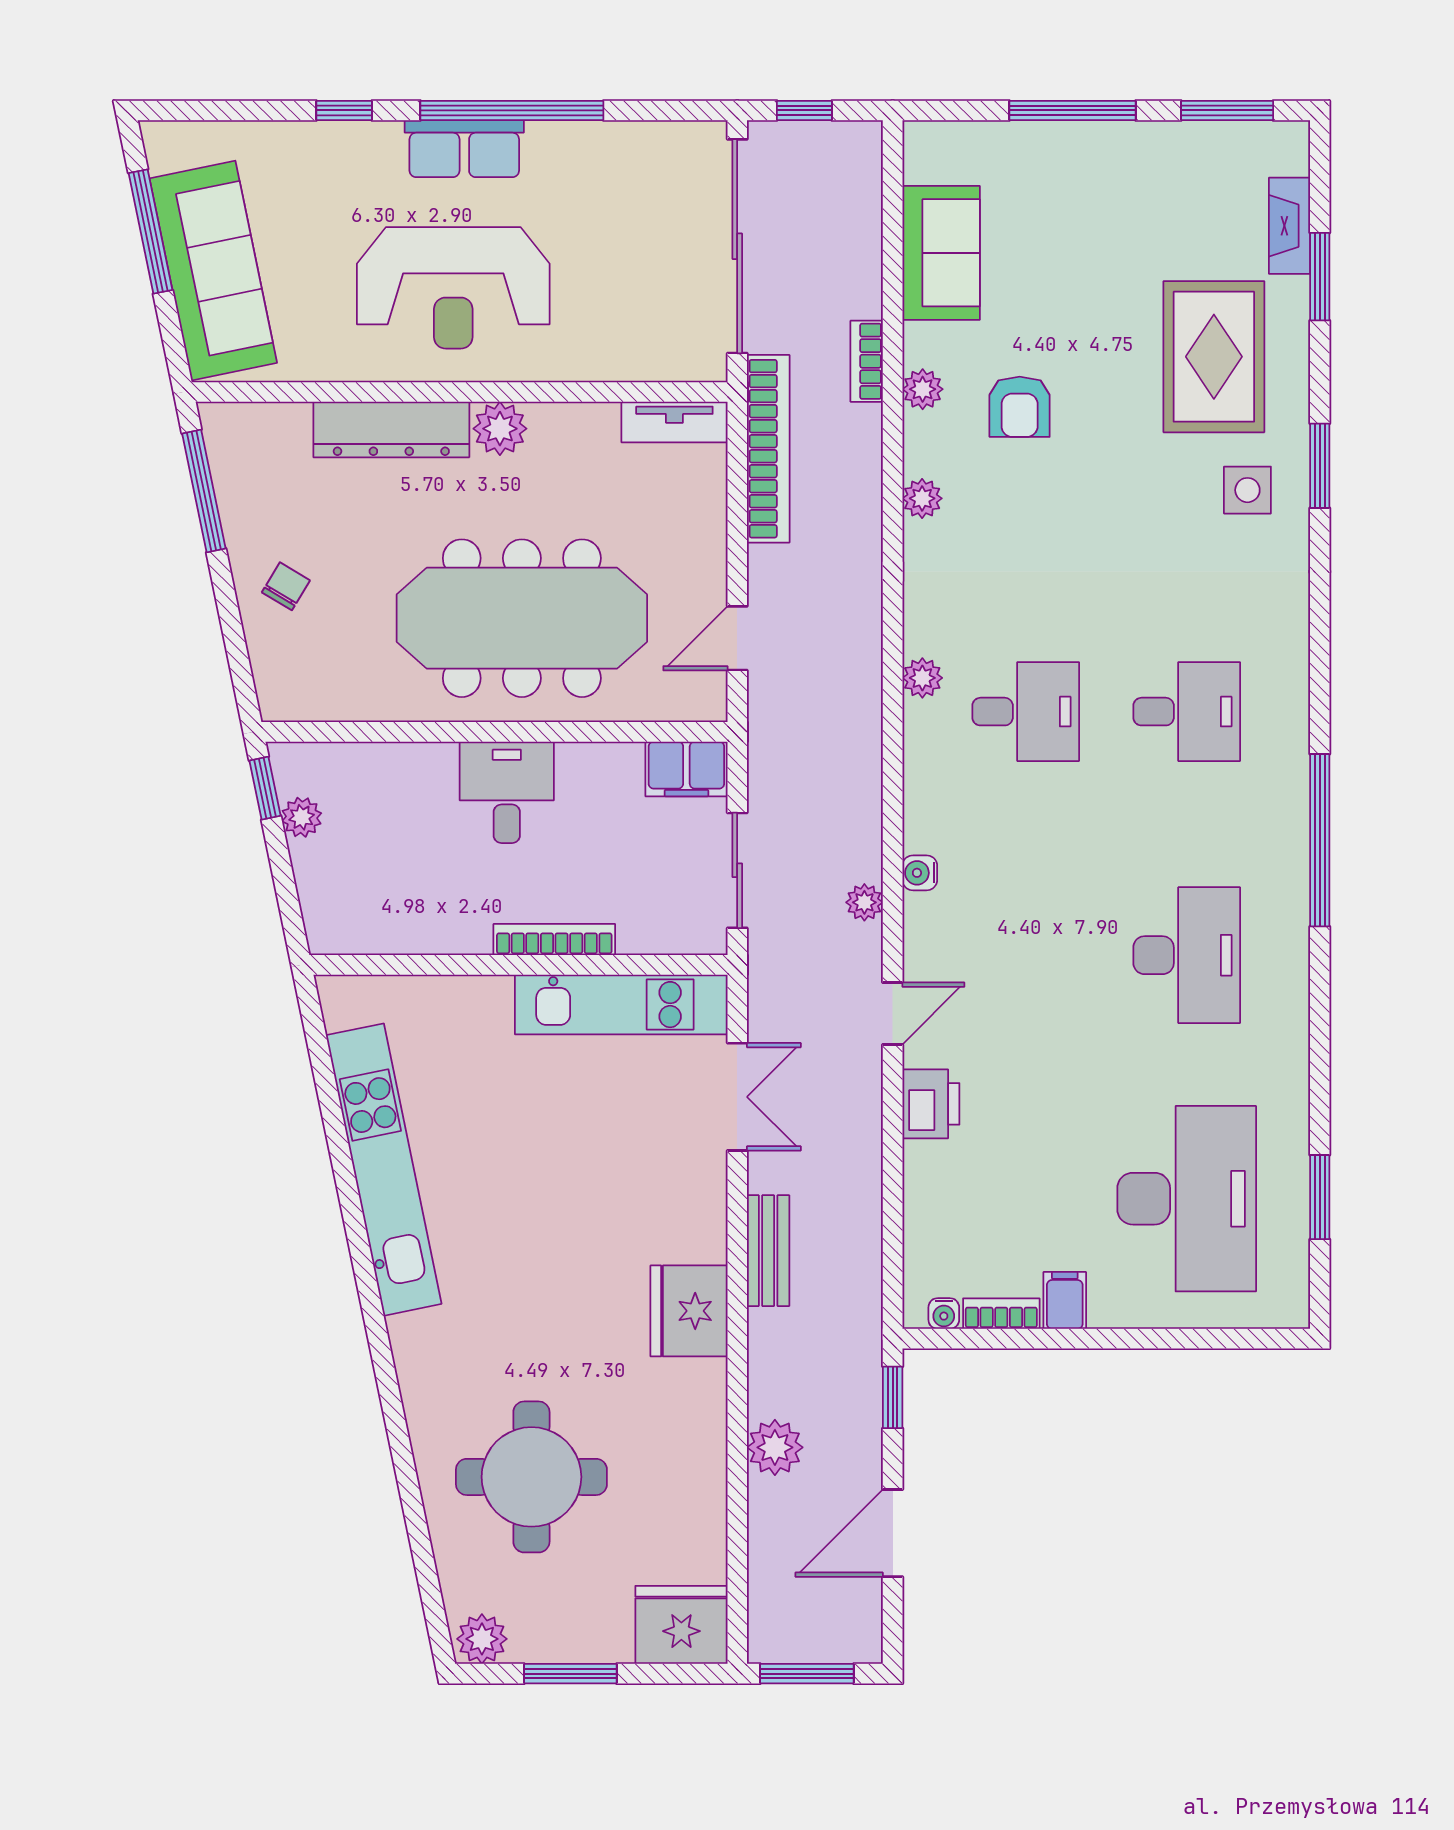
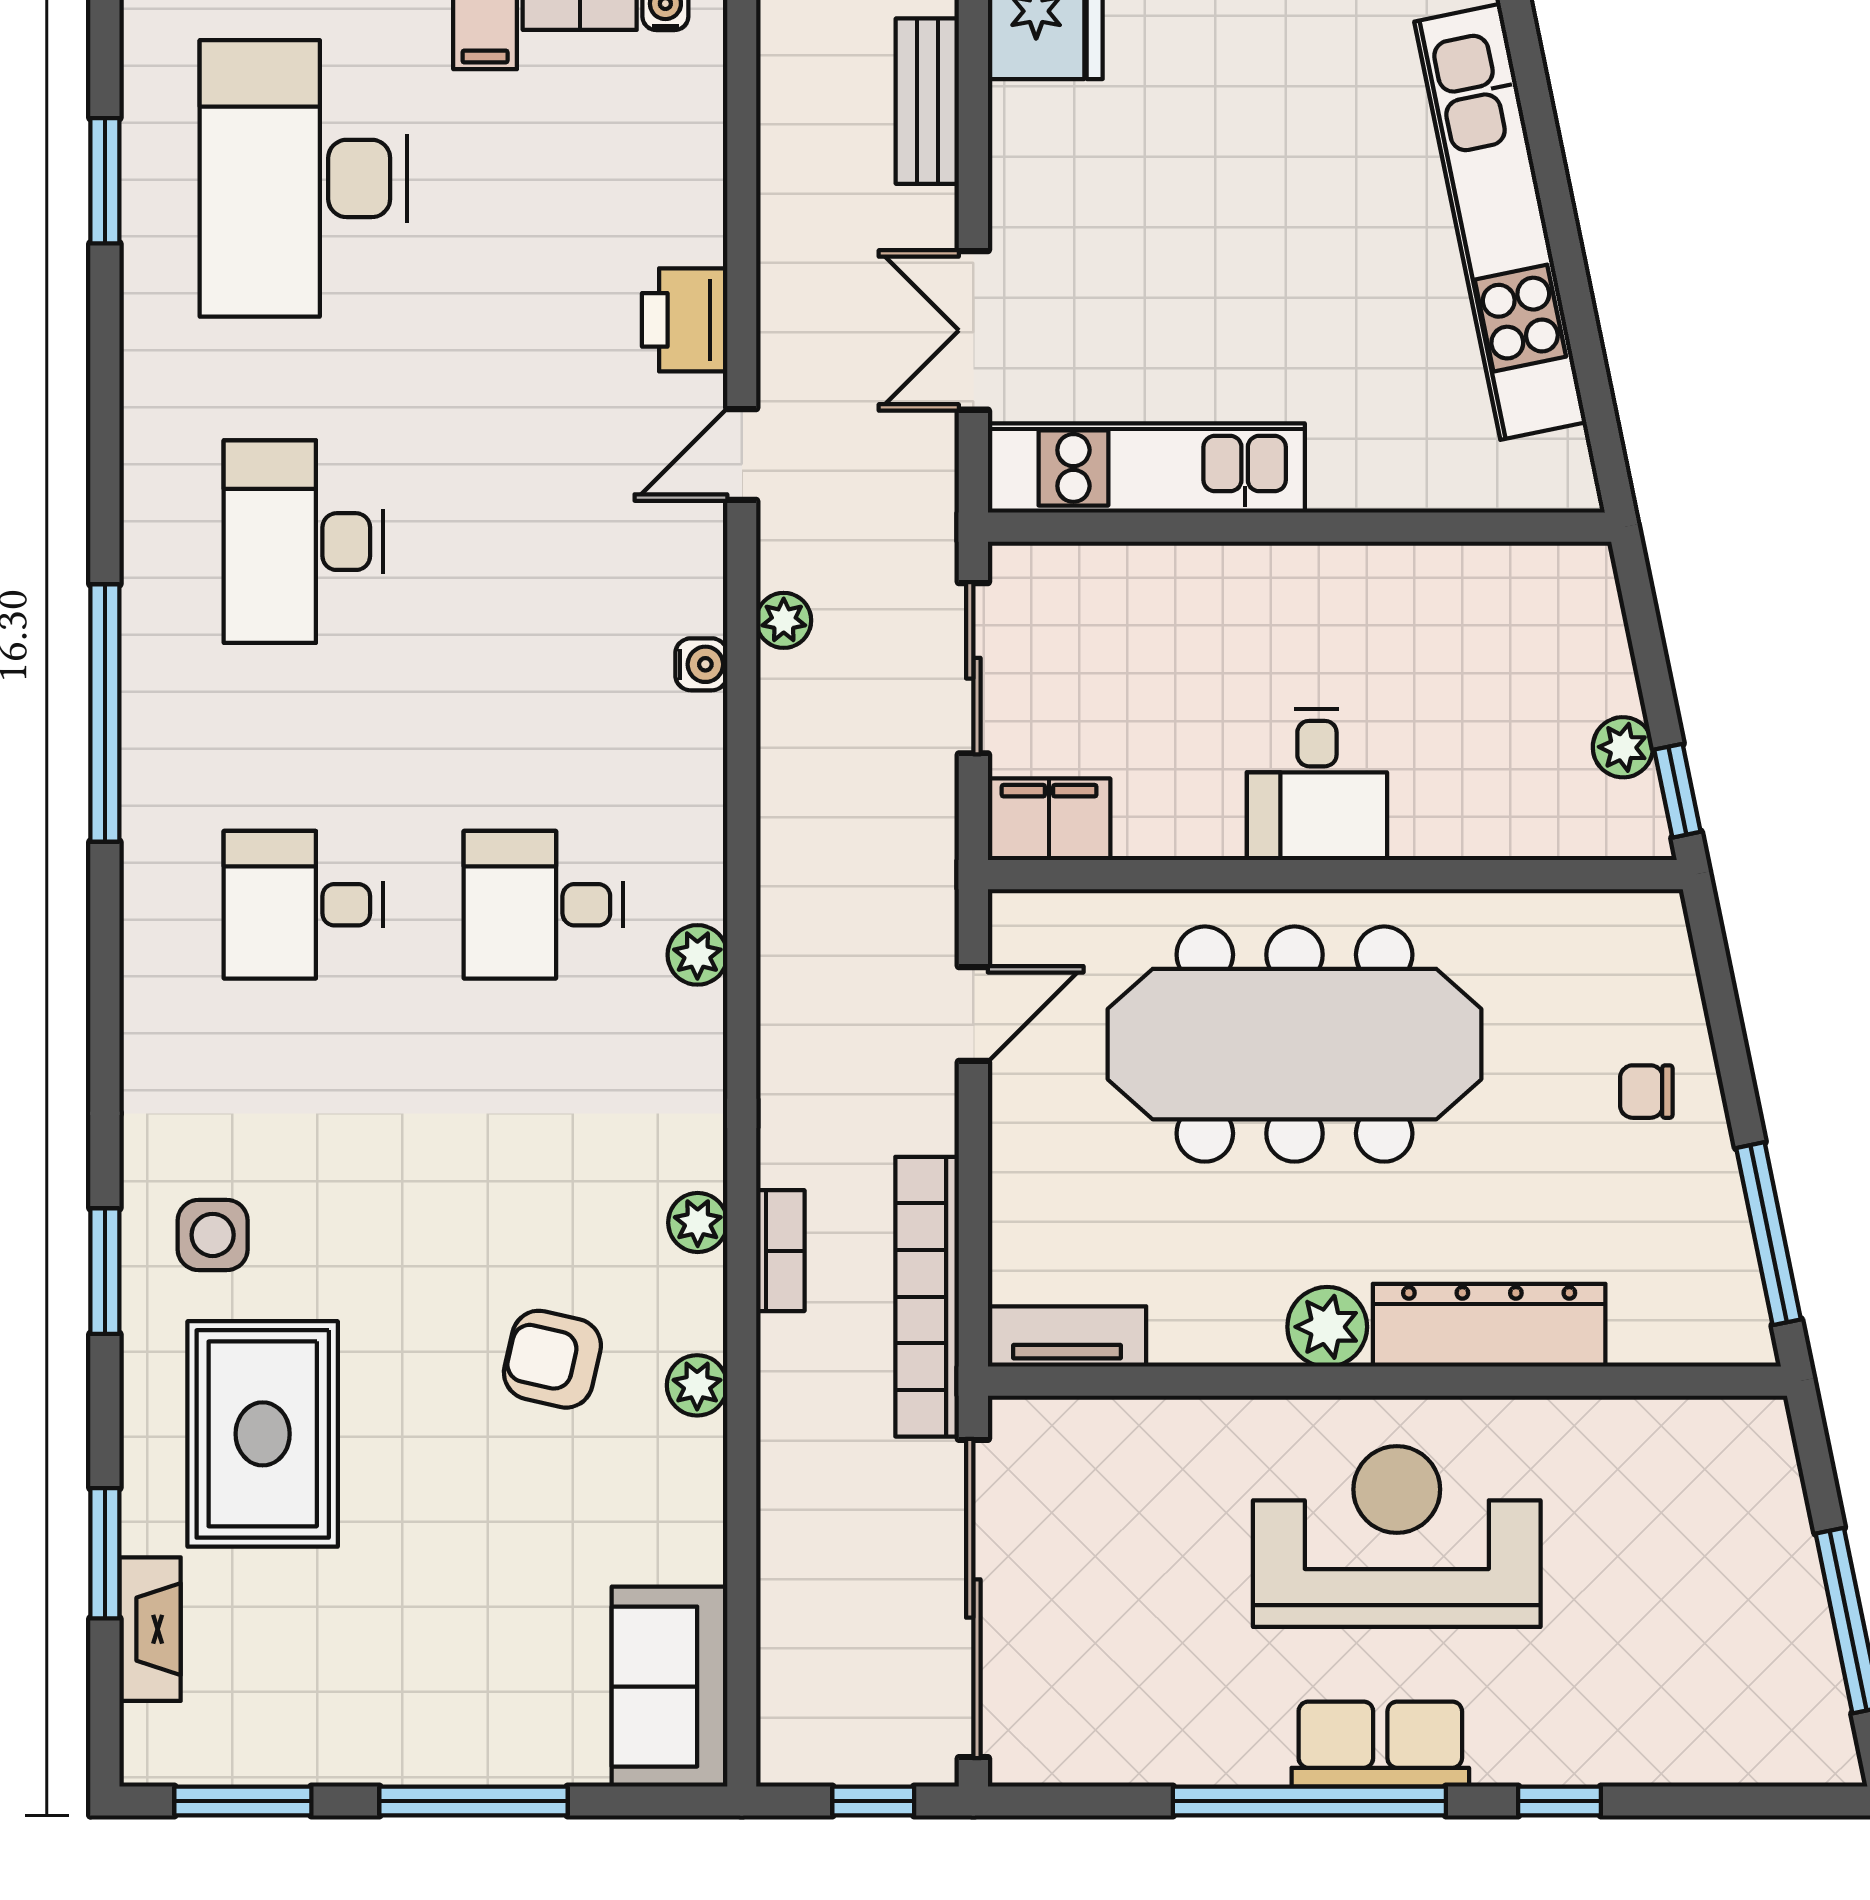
sofa: (941, 253) -> (669, 1687), moved
sofa: (213, 271) -> (1755, 1562), removed
bookcase: (867, 361) -> (780, 1251), moved
armchair: (1020, 407) -> (552, 1359), turned -77
chair: (286, 586) -> (1646, 1092), turned 59
bookcase: (554, 940) -> (1246, 565), removed

